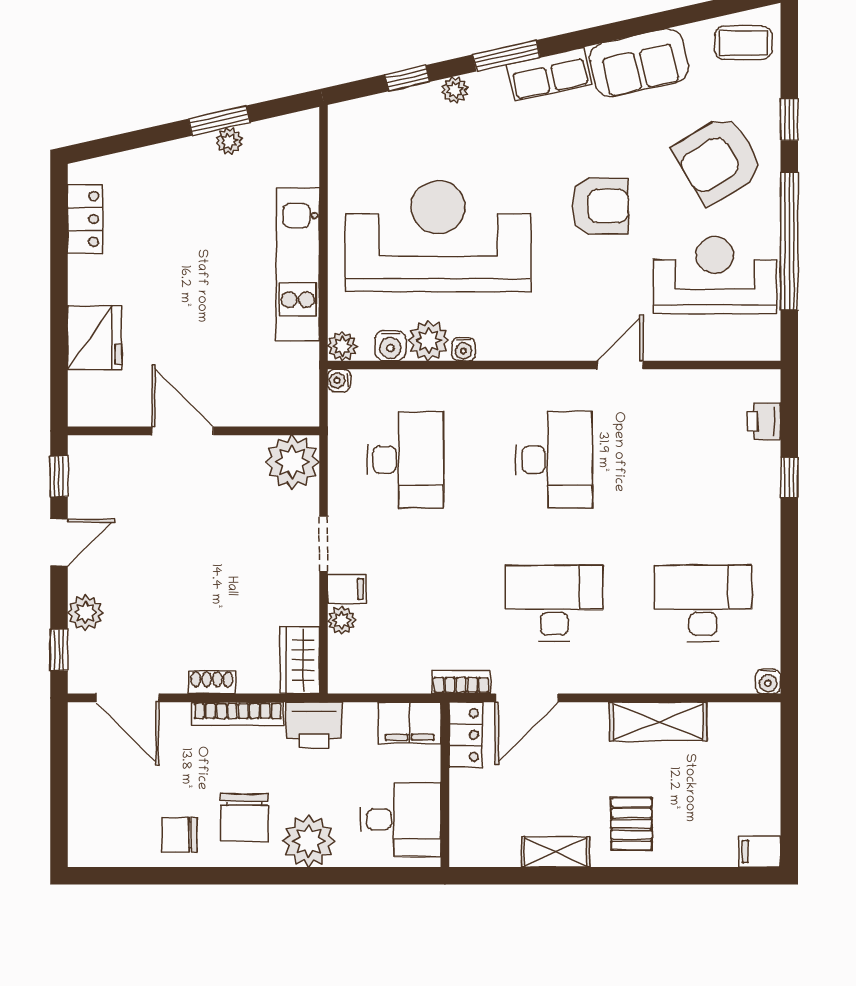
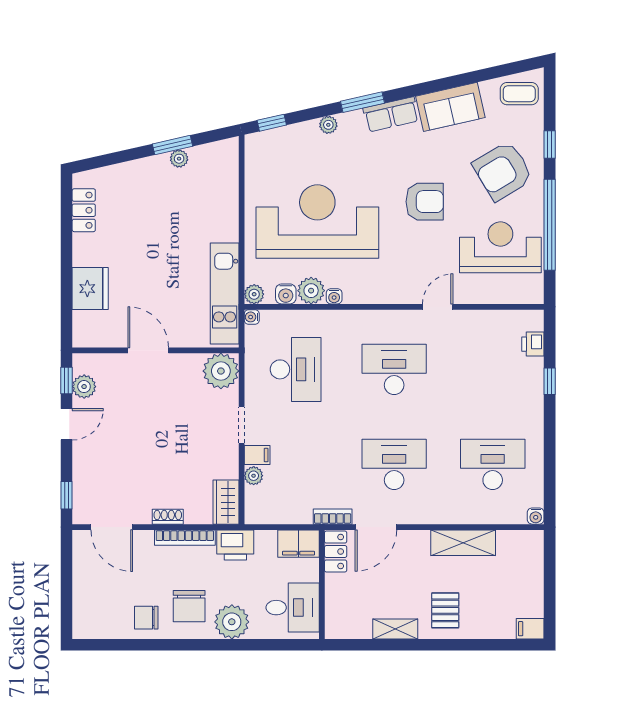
window: (407, 78) -> (272, 123), moved
kitchen unit: (298, 264) -> (225, 294), moved
desk: (554, 460) -> (394, 369), turned -90
plant: (85, 613) -> (84, 387), moved

